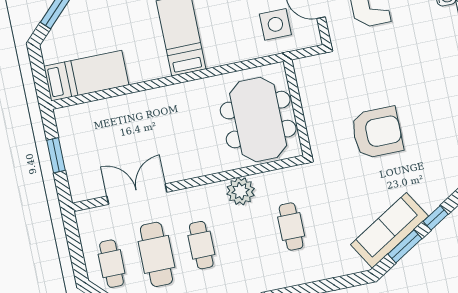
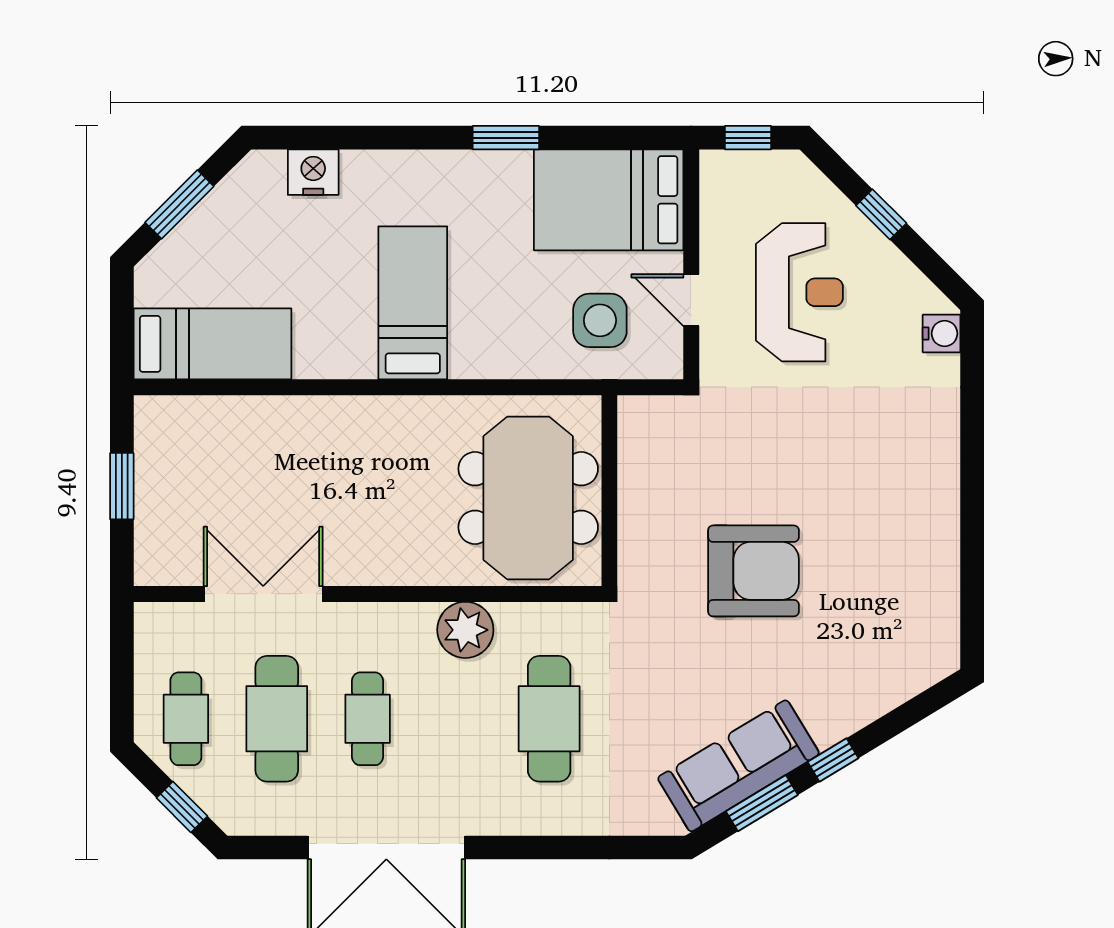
cafe table: (291, 226) -> (549, 719), width x1.37, depth x1.35

